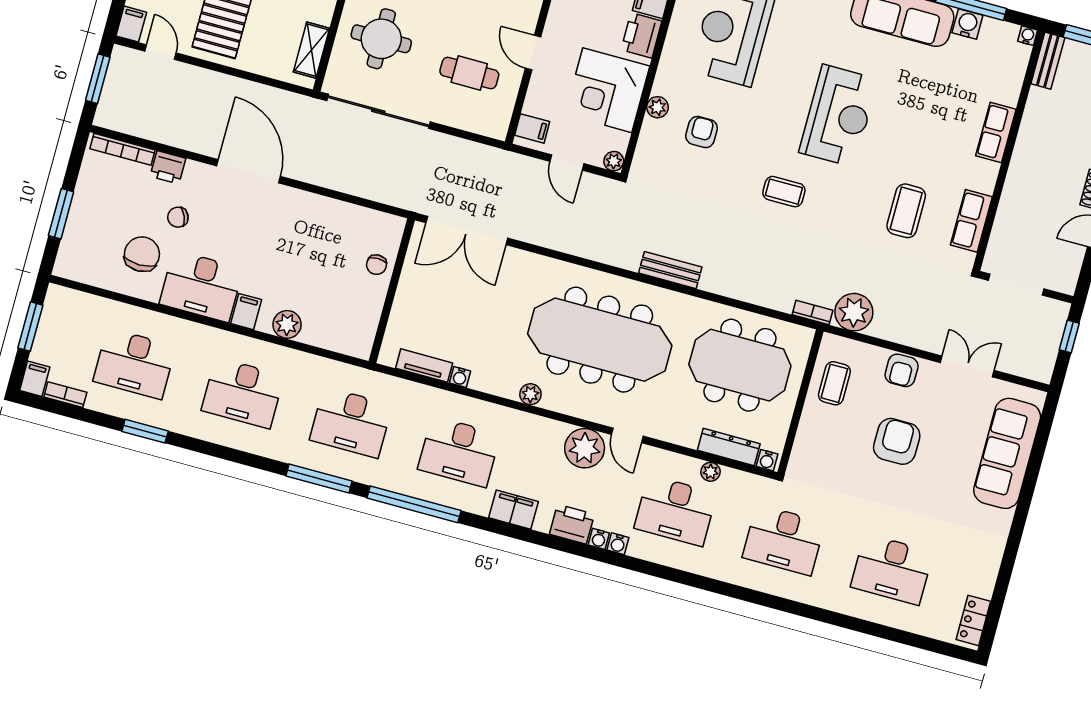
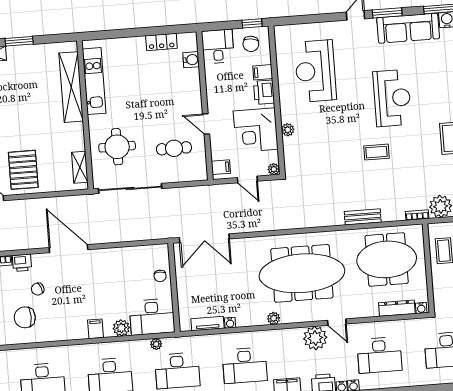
armchair: (702, 132) -> (318, 135), removed
chair: (142, 254) -> (25, 317), turned -90
bench: (670, 270) -> (363, 217), moved
desk: (201, 286) -> (152, 317), moved
plant: (710, 472) -> (156, 344), moved

